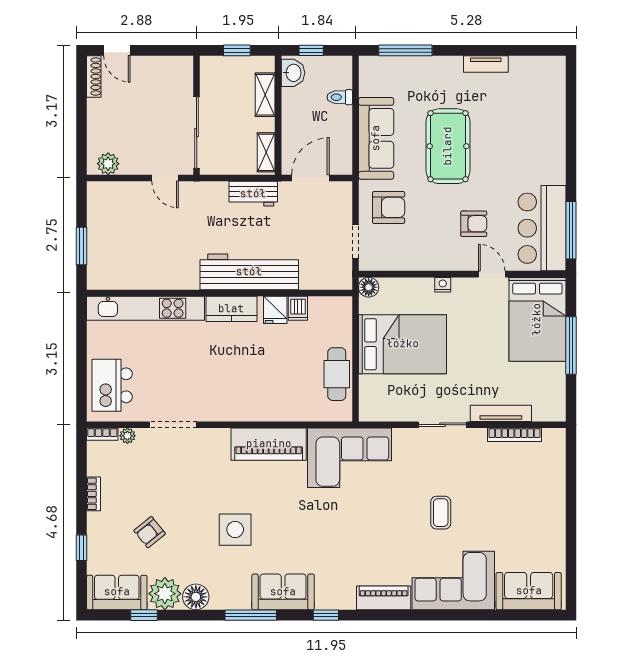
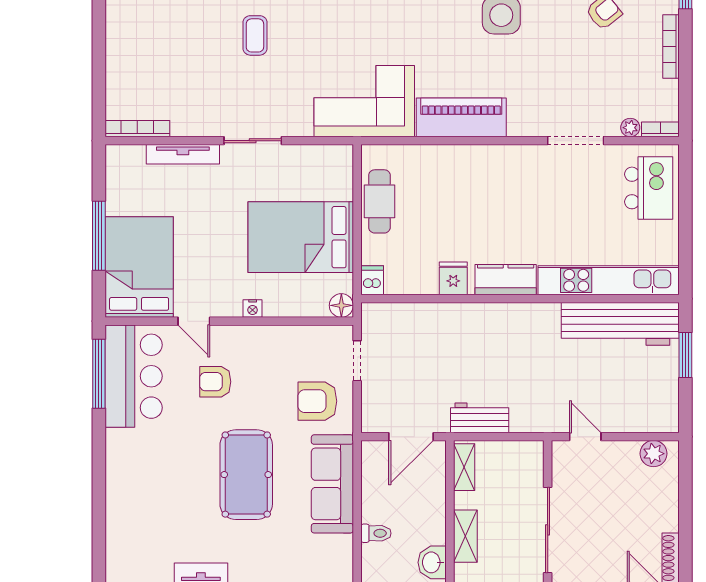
sliding door: (197, 133) -> (548, 530), moved
workbench: (249, 272) -> (620, 324), moved
dishwasher: (298, 308) -> (372, 280), moved
bookcase: (514, 435) -> (137, 129), moved
bookcase: (94, 494) -> (671, 47), width x1.56

